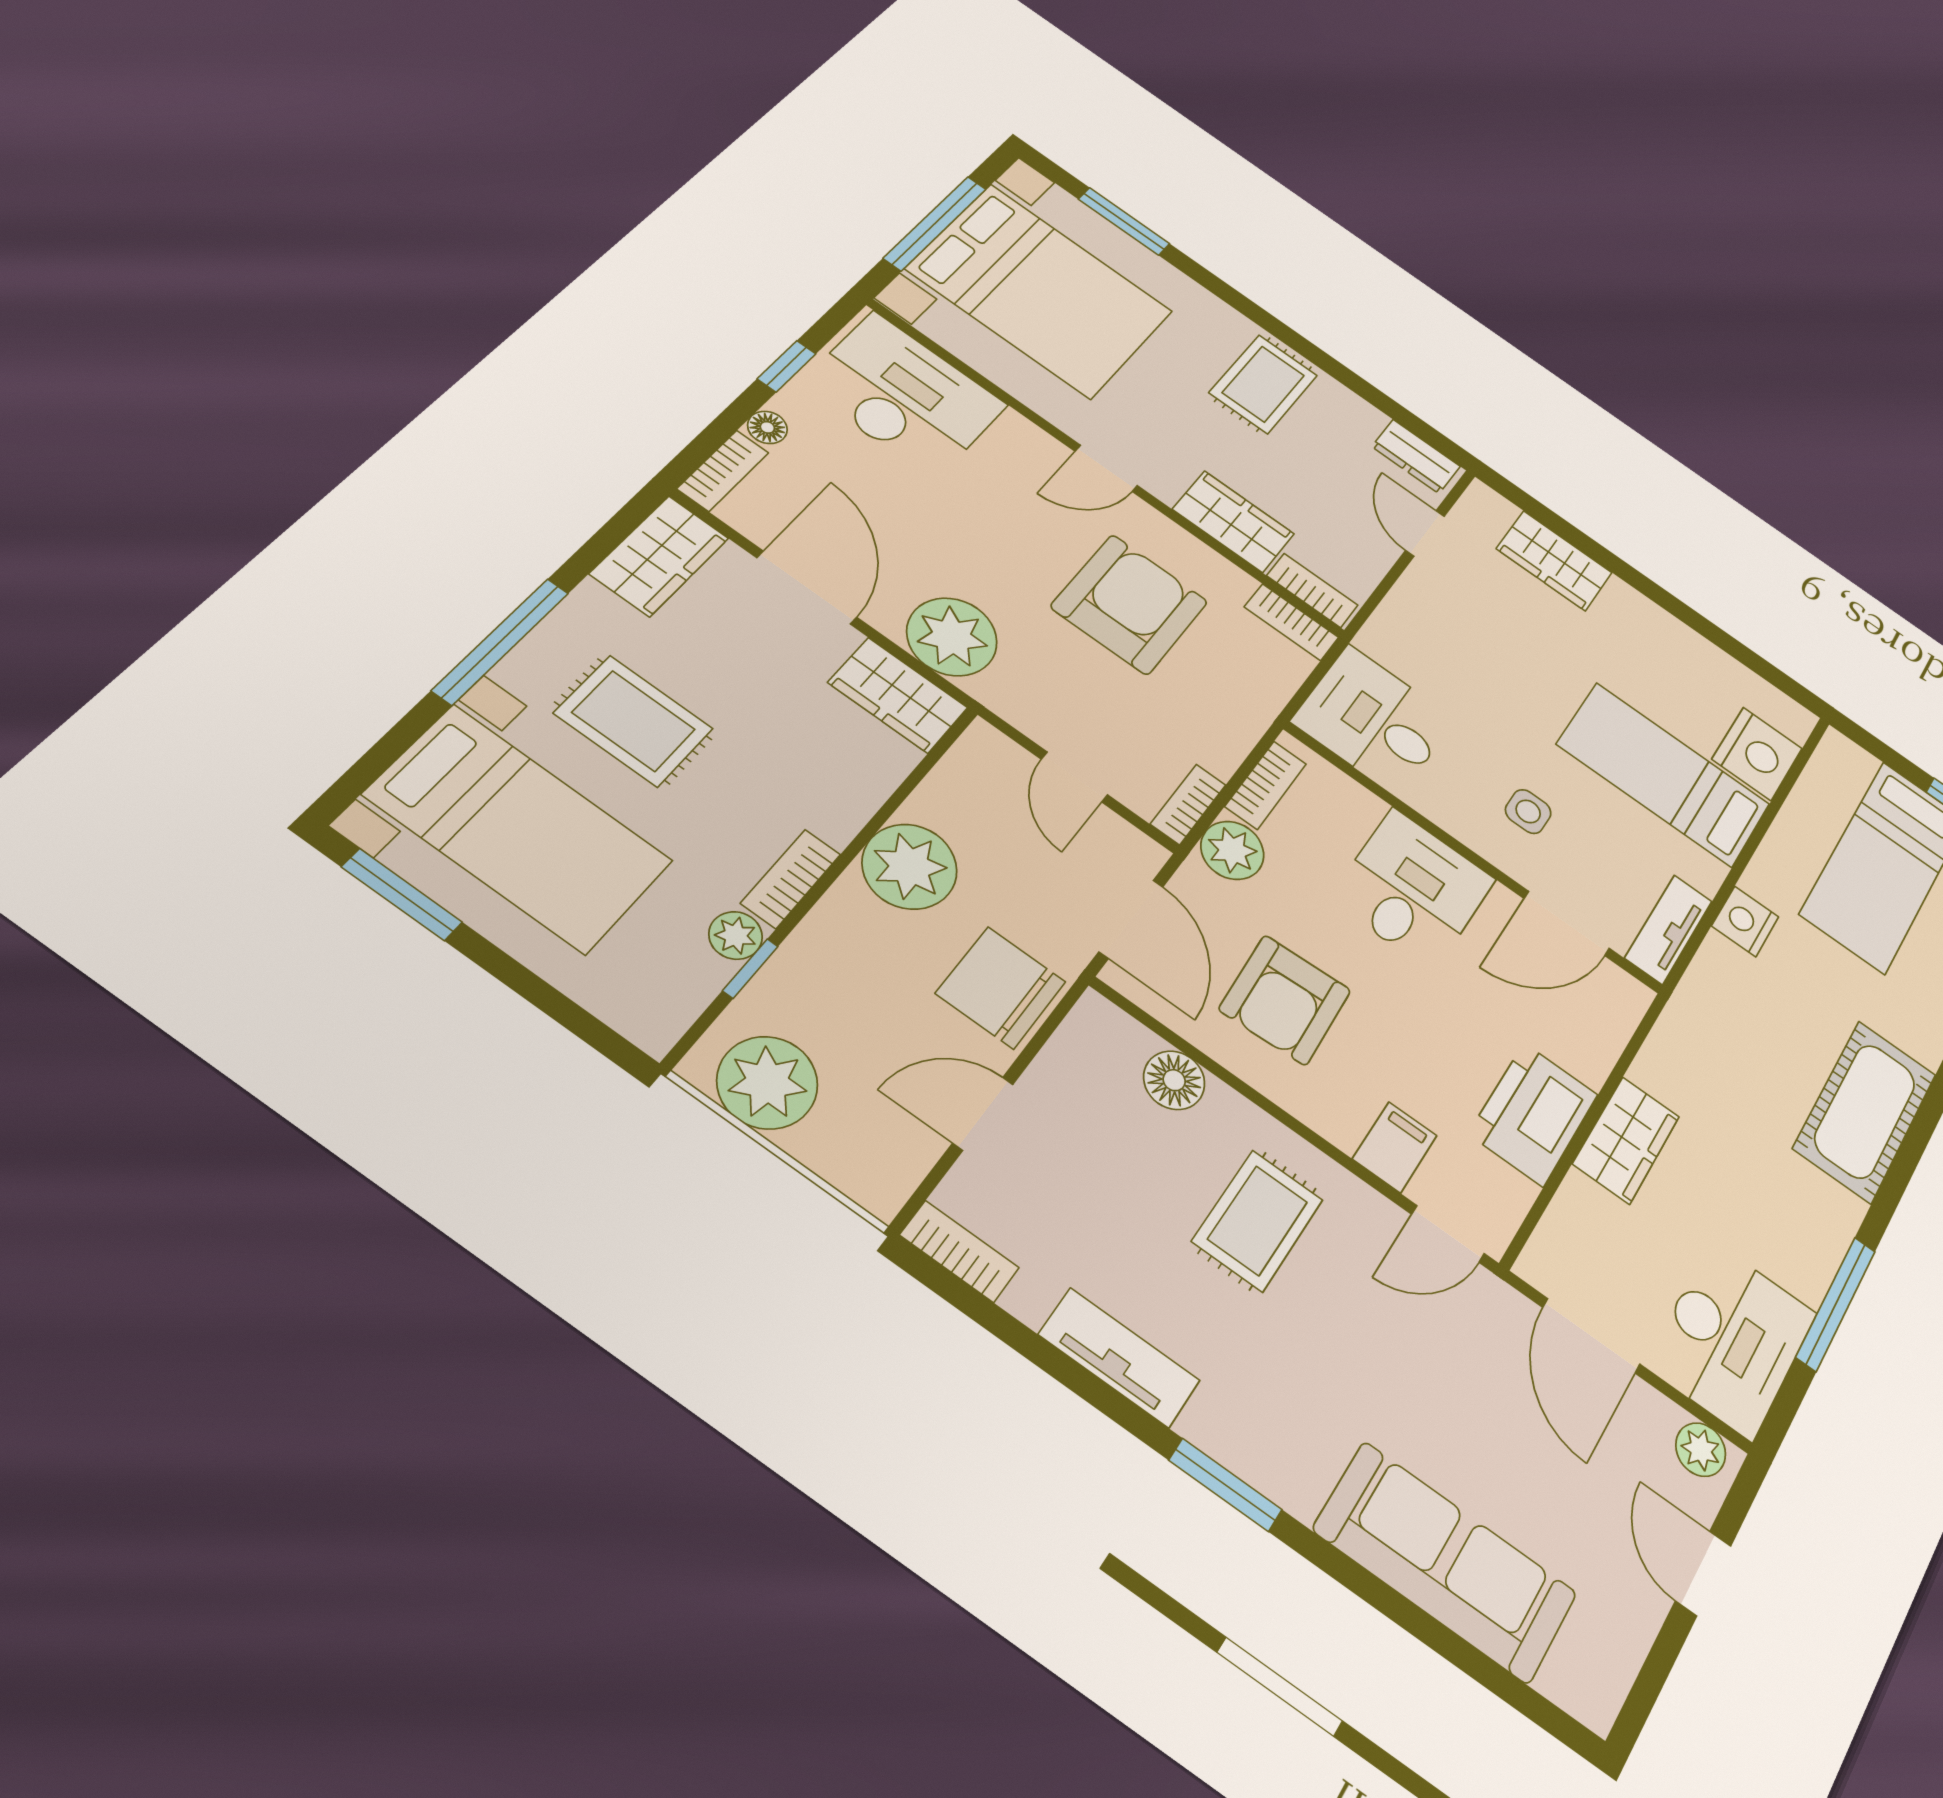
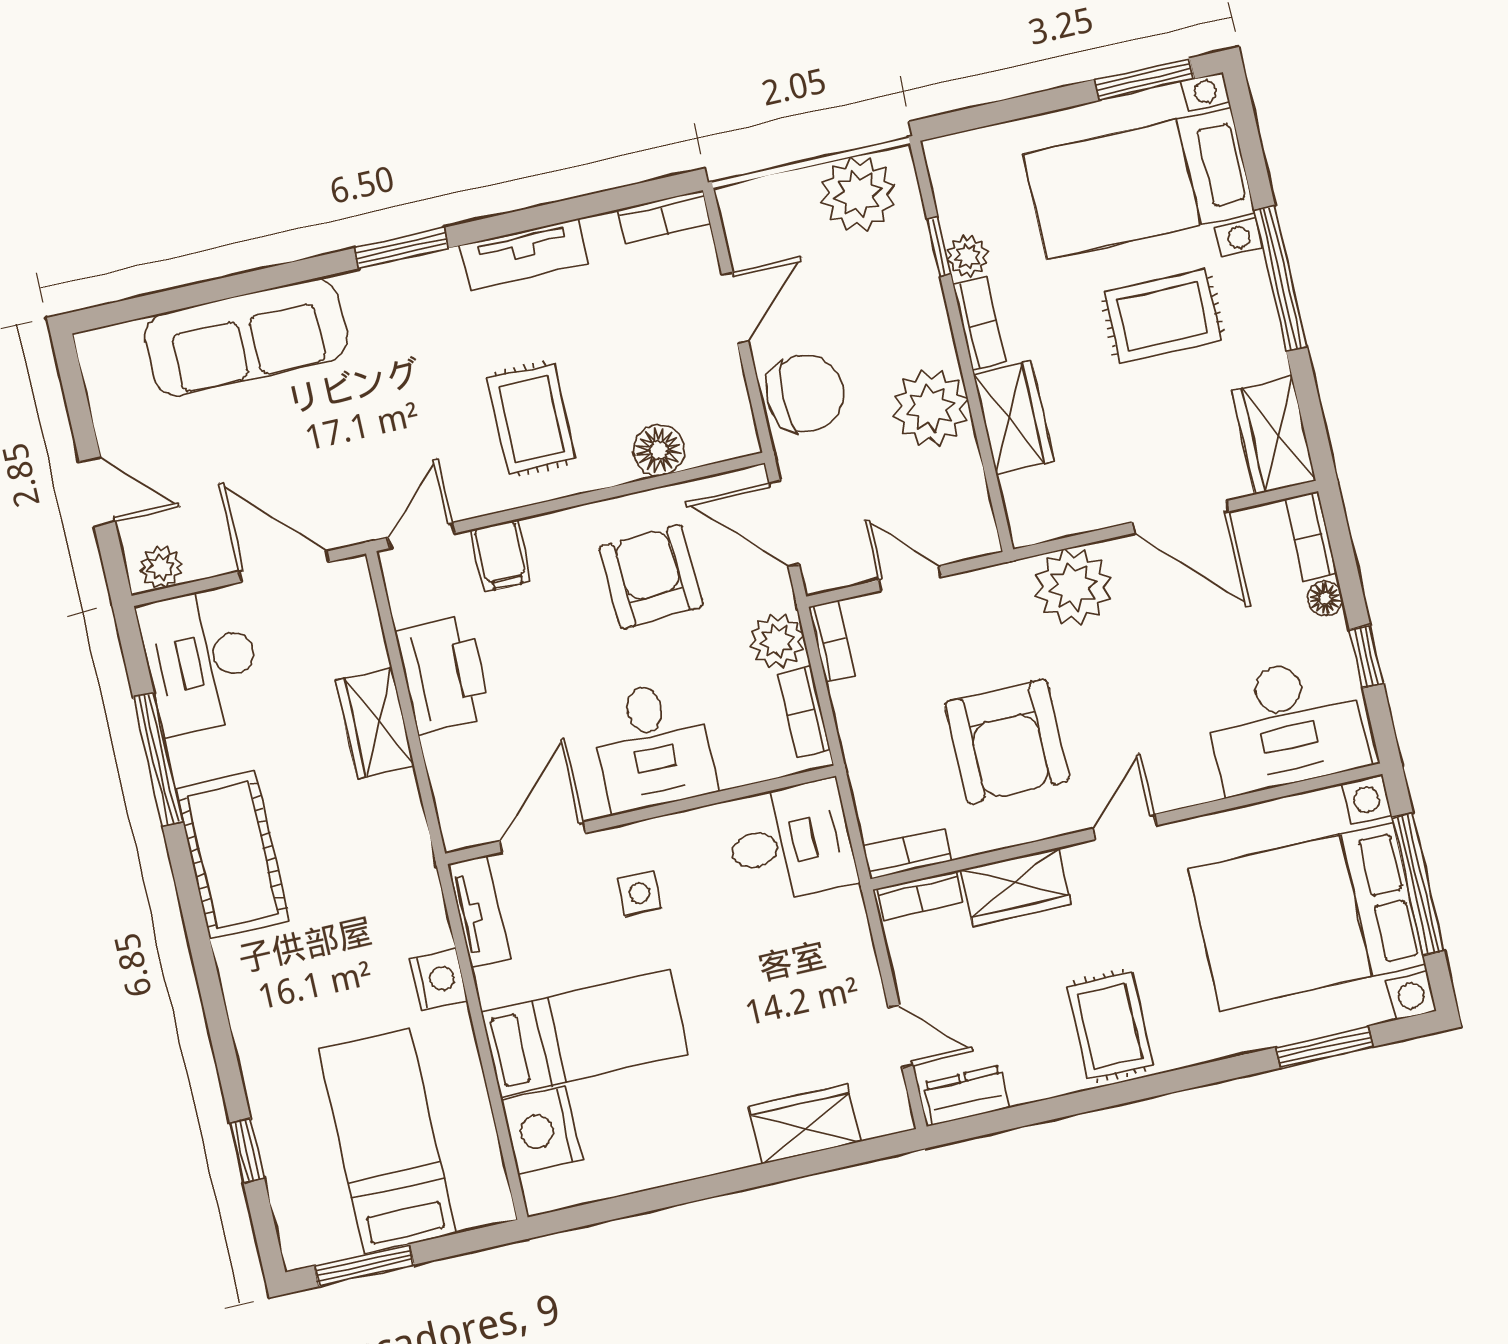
wardrobe: (898, 695) -> (1014, 417), moved, turned 90
cot: (1865, 1111) -> (233, 855), moved

